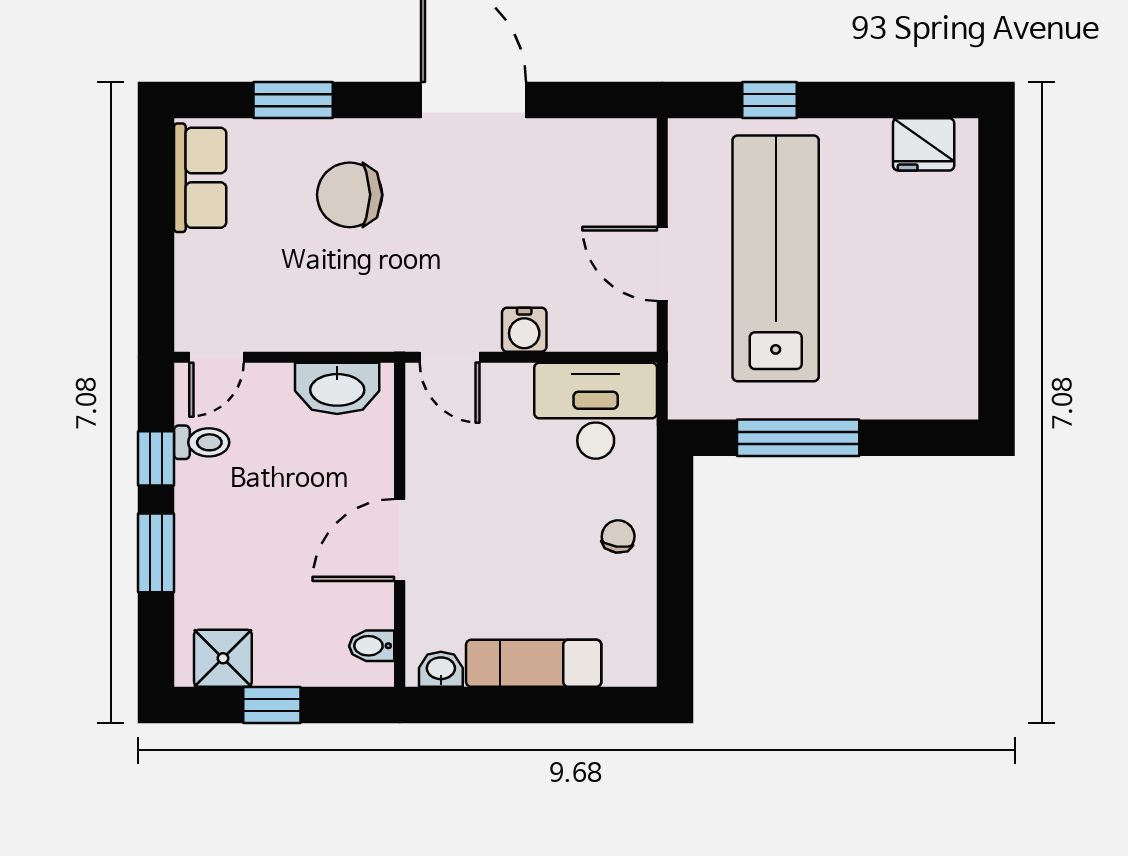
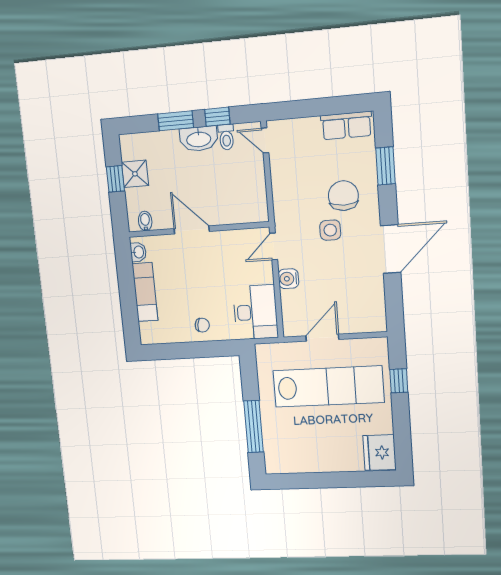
fridge: (924, 144) -> (380, 452), width x1.36, depth x1.34
side table: (423, 229) -> (330, 230), added
washbasin: (337, 388) -> (199, 139), moved, turned -90
window: (798, 438) -> (254, 427), moved
shower: (223, 658) -> (135, 174), moved

